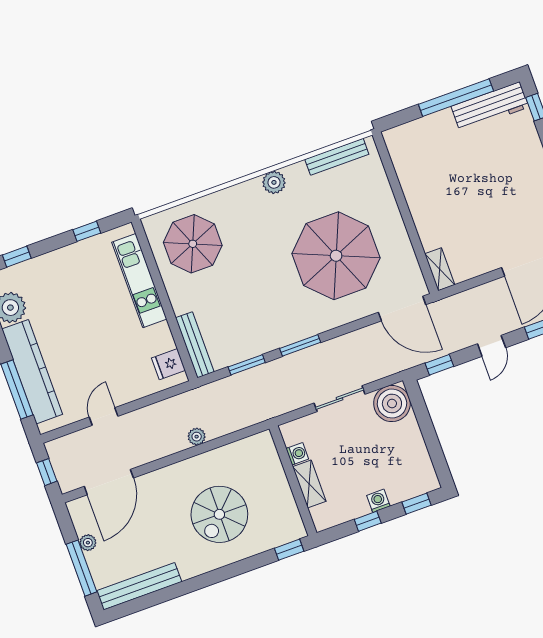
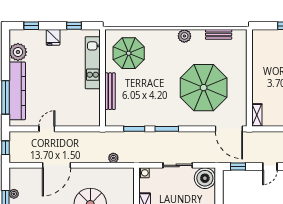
bench: (337, 157) -> (219, 34), width x0.73
bench: (195, 345) -> (110, 91), moved
fridge: (168, 364) -> (53, 37), moved, turned -90
plant: (197, 437) -> (113, 158), moved
washing machine: (297, 454) -> (144, 173), moved
door: (109, 482) -> (56, 165), moved

